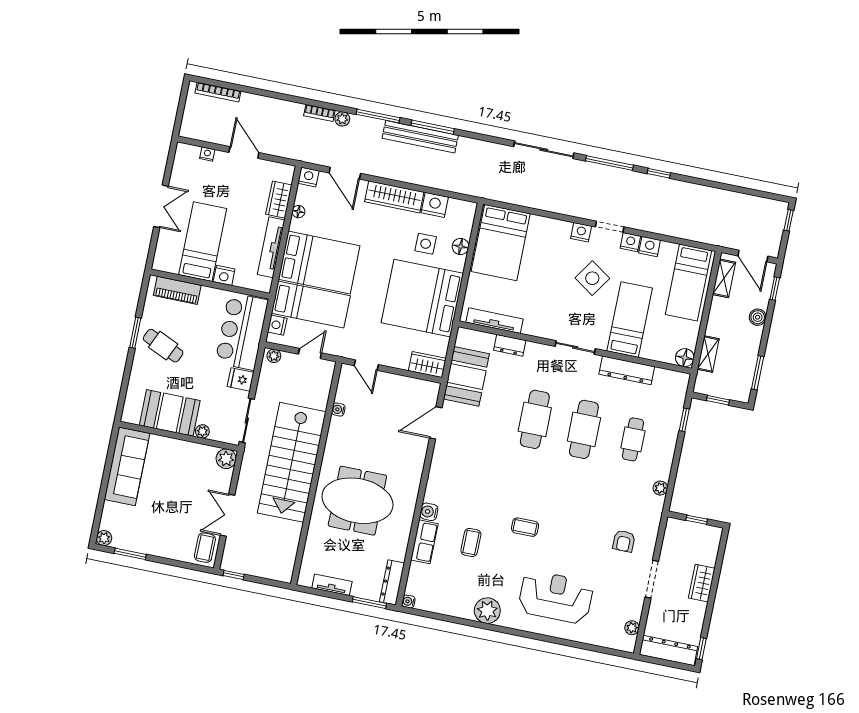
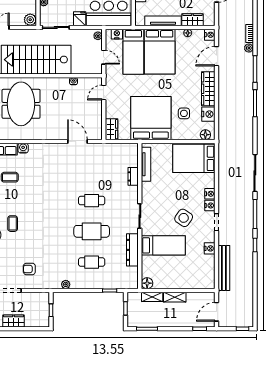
bench: (420, 137) -> (224, 268), moved
nightstand: (630, 242) -> (210, 194), moved
floor lamp: (461, 246) -> (205, 135), moved
shelving: (724, 278) -> (175, 297), moved
bed: (688, 282) -> (193, 276), removed
boiler: (758, 317) -> (180, 322), removed
booth: (466, 376) -> (109, 154), removed
cafe table: (535, 419) -> (92, 201), width x0.73, depth x0.74
coffee table: (525, 527) -> (13, 224), moved

